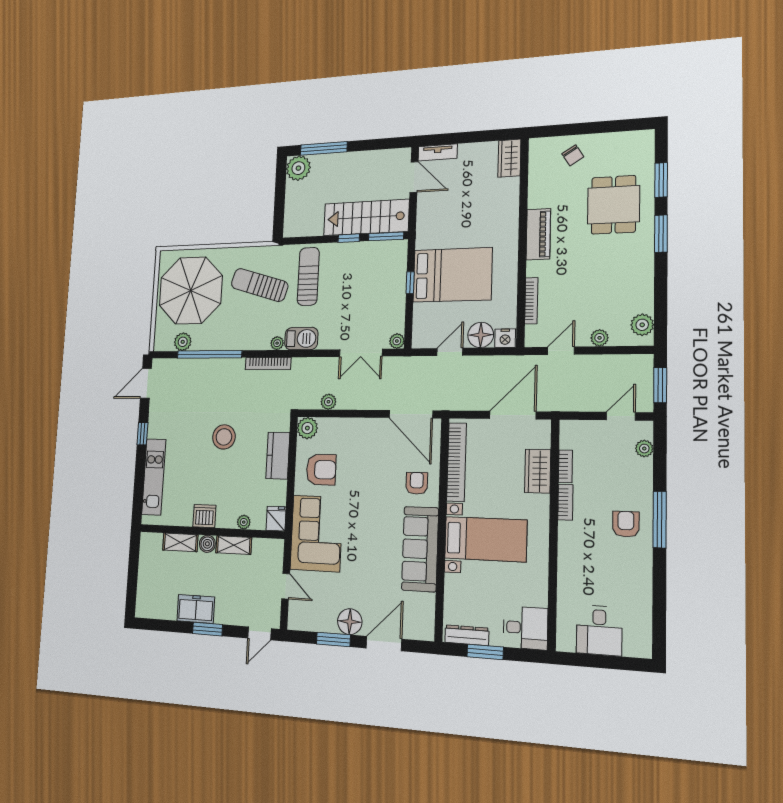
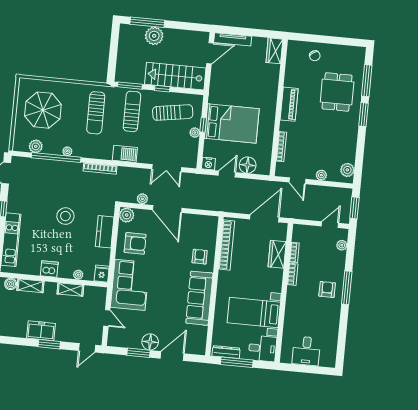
tv unit: (438, 152) -> (233, 39), width x1.41
plant: (298, 168) -> (154, 36), moved
door: (414, 177) -> (210, 53), hinge flipped
window: (661, 180) -> (367, 81), width x1.44
window: (386, 236) -> (130, 86), moved
sun lounger: (365, 270) -> (173, 112), added
sun lounger: (260, 285) -> (96, 113), turned -107
parasol: (191, 290) -> (43, 110), width x0.73, depth x0.73
nightstand: (505, 338) -> (208, 164), moved
plant: (397, 341) -> (195, 133), moved
plant: (277, 343) -> (67, 151), moved
door: (561, 351) -> (297, 181), swing flipped
door: (411, 414) -> (167, 209), moved
bed with nightstands: (486, 539) -> (254, 312), moved, turned 180
boiler: (207, 544) -> (11, 284), moved
window: (485, 652) -> (237, 362), width x1.44

